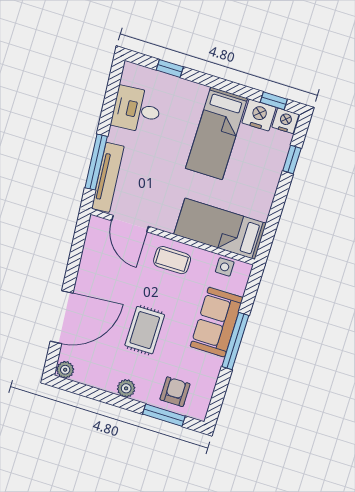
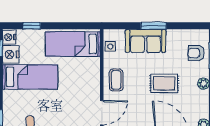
bed: (220, 229) -> (73, 44), moved, turned 90
window: (235, 341) -> (154, 26), width x0.69

